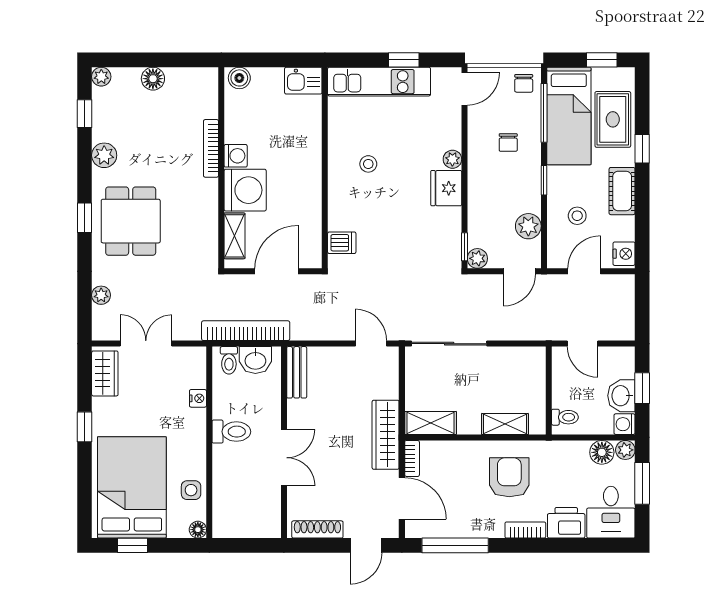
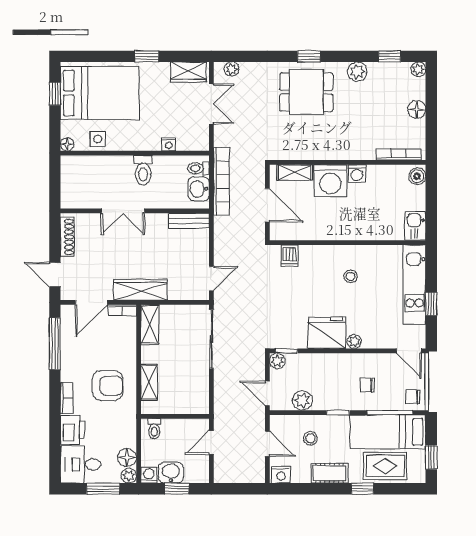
bookcase: (211, 148) -> (399, 154), moved
fridge: (446, 188) -> (327, 333), width x1.36, depth x1.34
plant: (101, 295) -> (231, 69), moved

